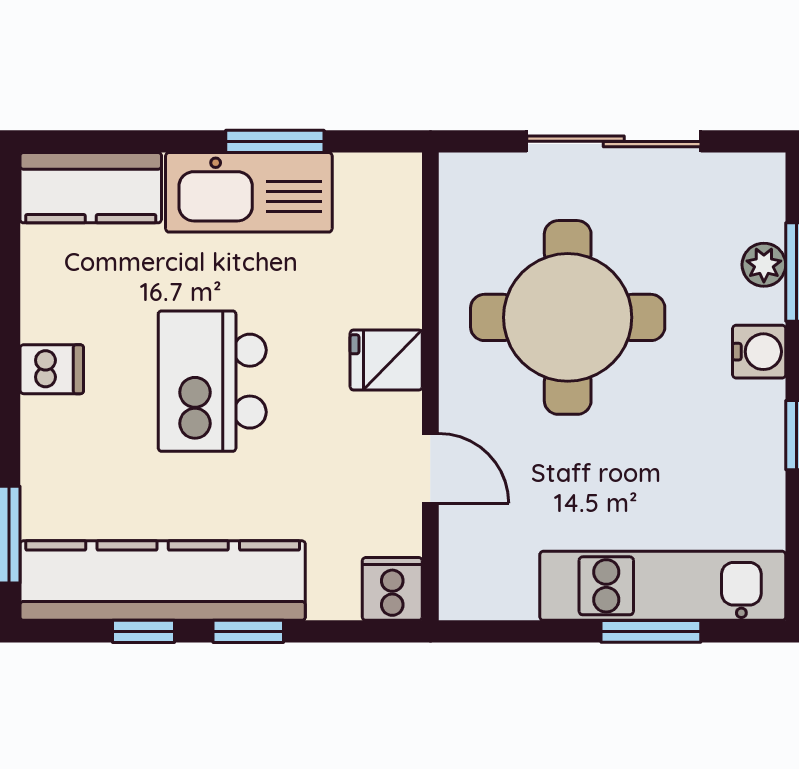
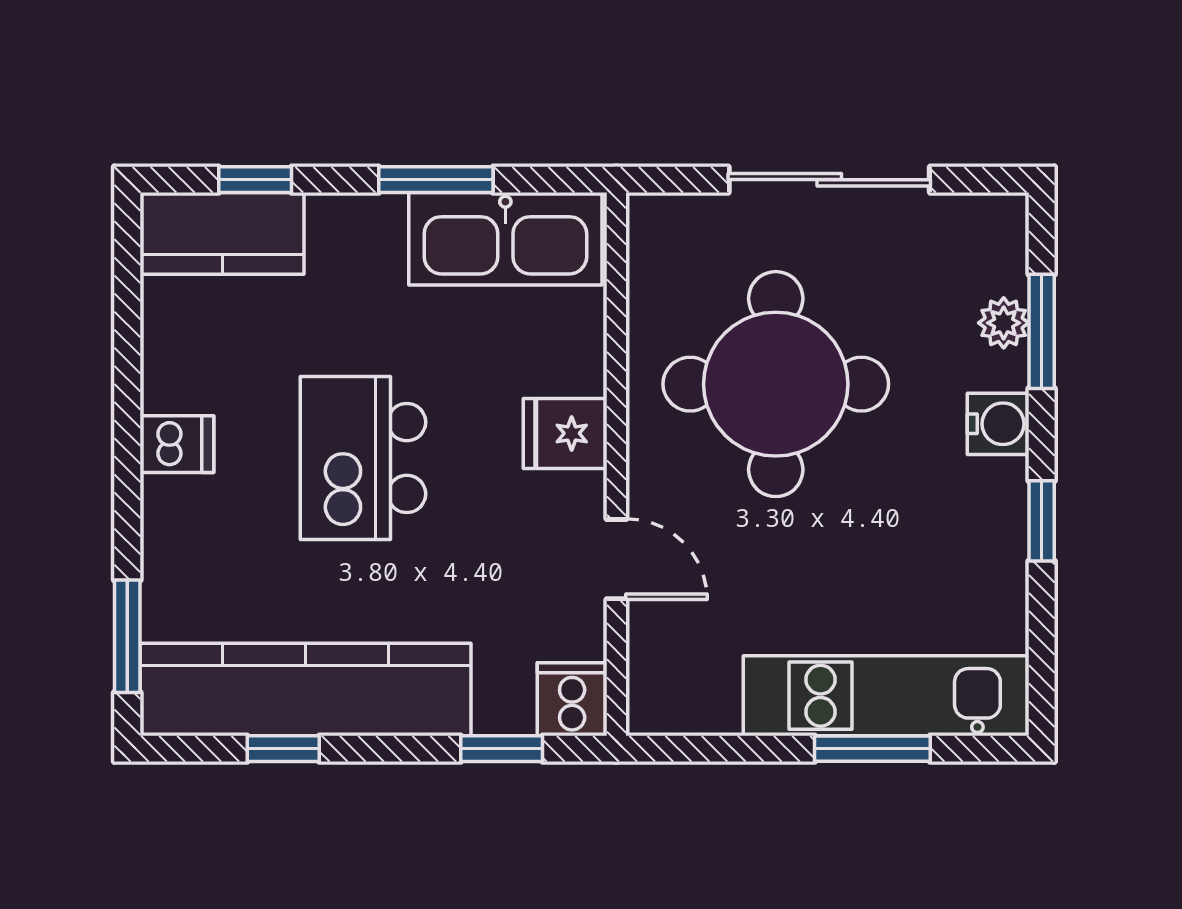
window: (119, 141) -> (255, 180), added
kitchen sink: (249, 192) -> (505, 239), moved
window: (248, 631) -> (502, 749), moved

